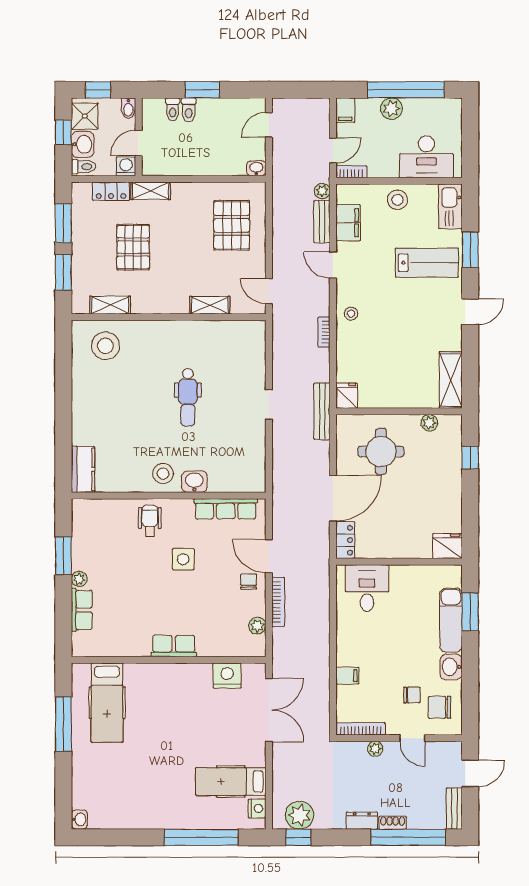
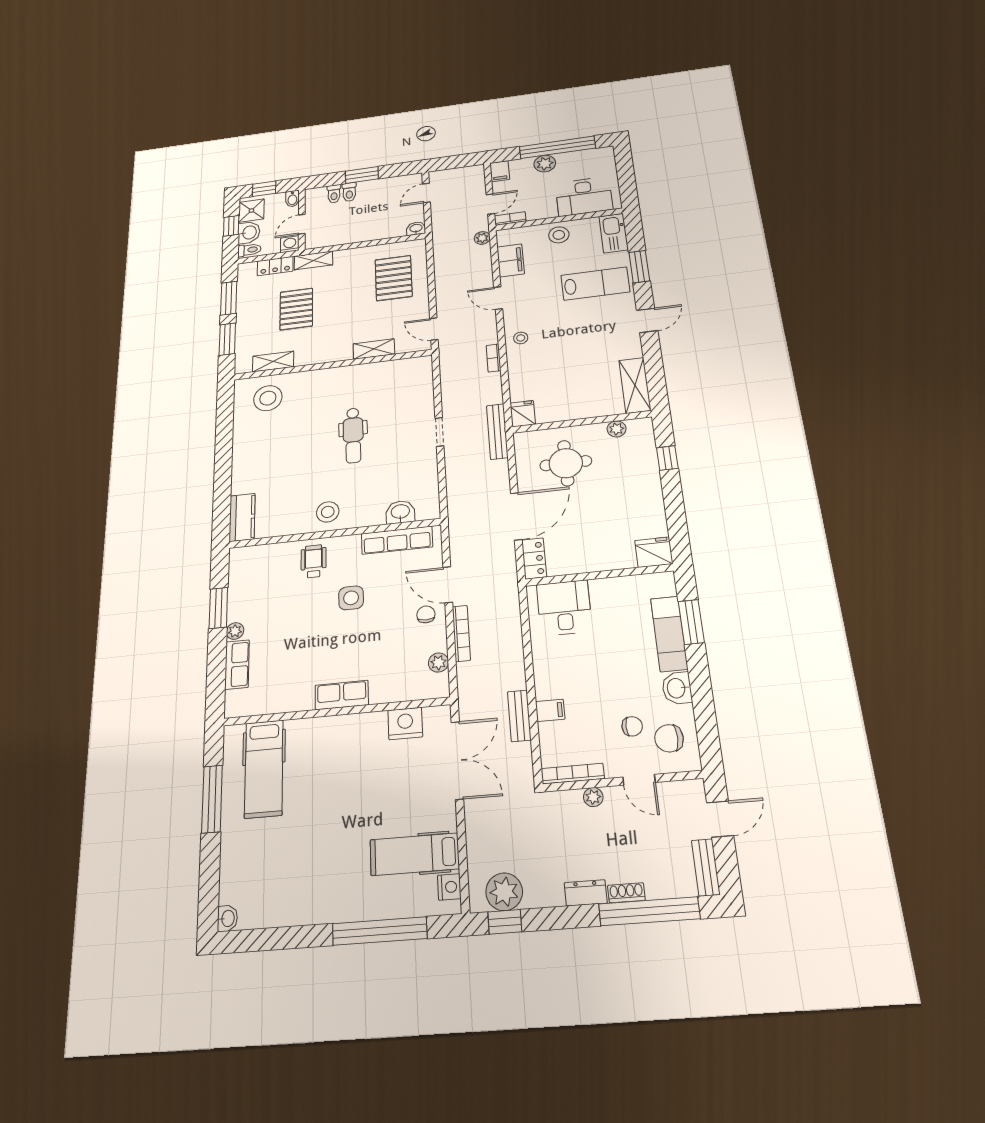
bench: (322, 222) -> (519, 716), moved
washbasin: (194, 482) -> (400, 512), moved

